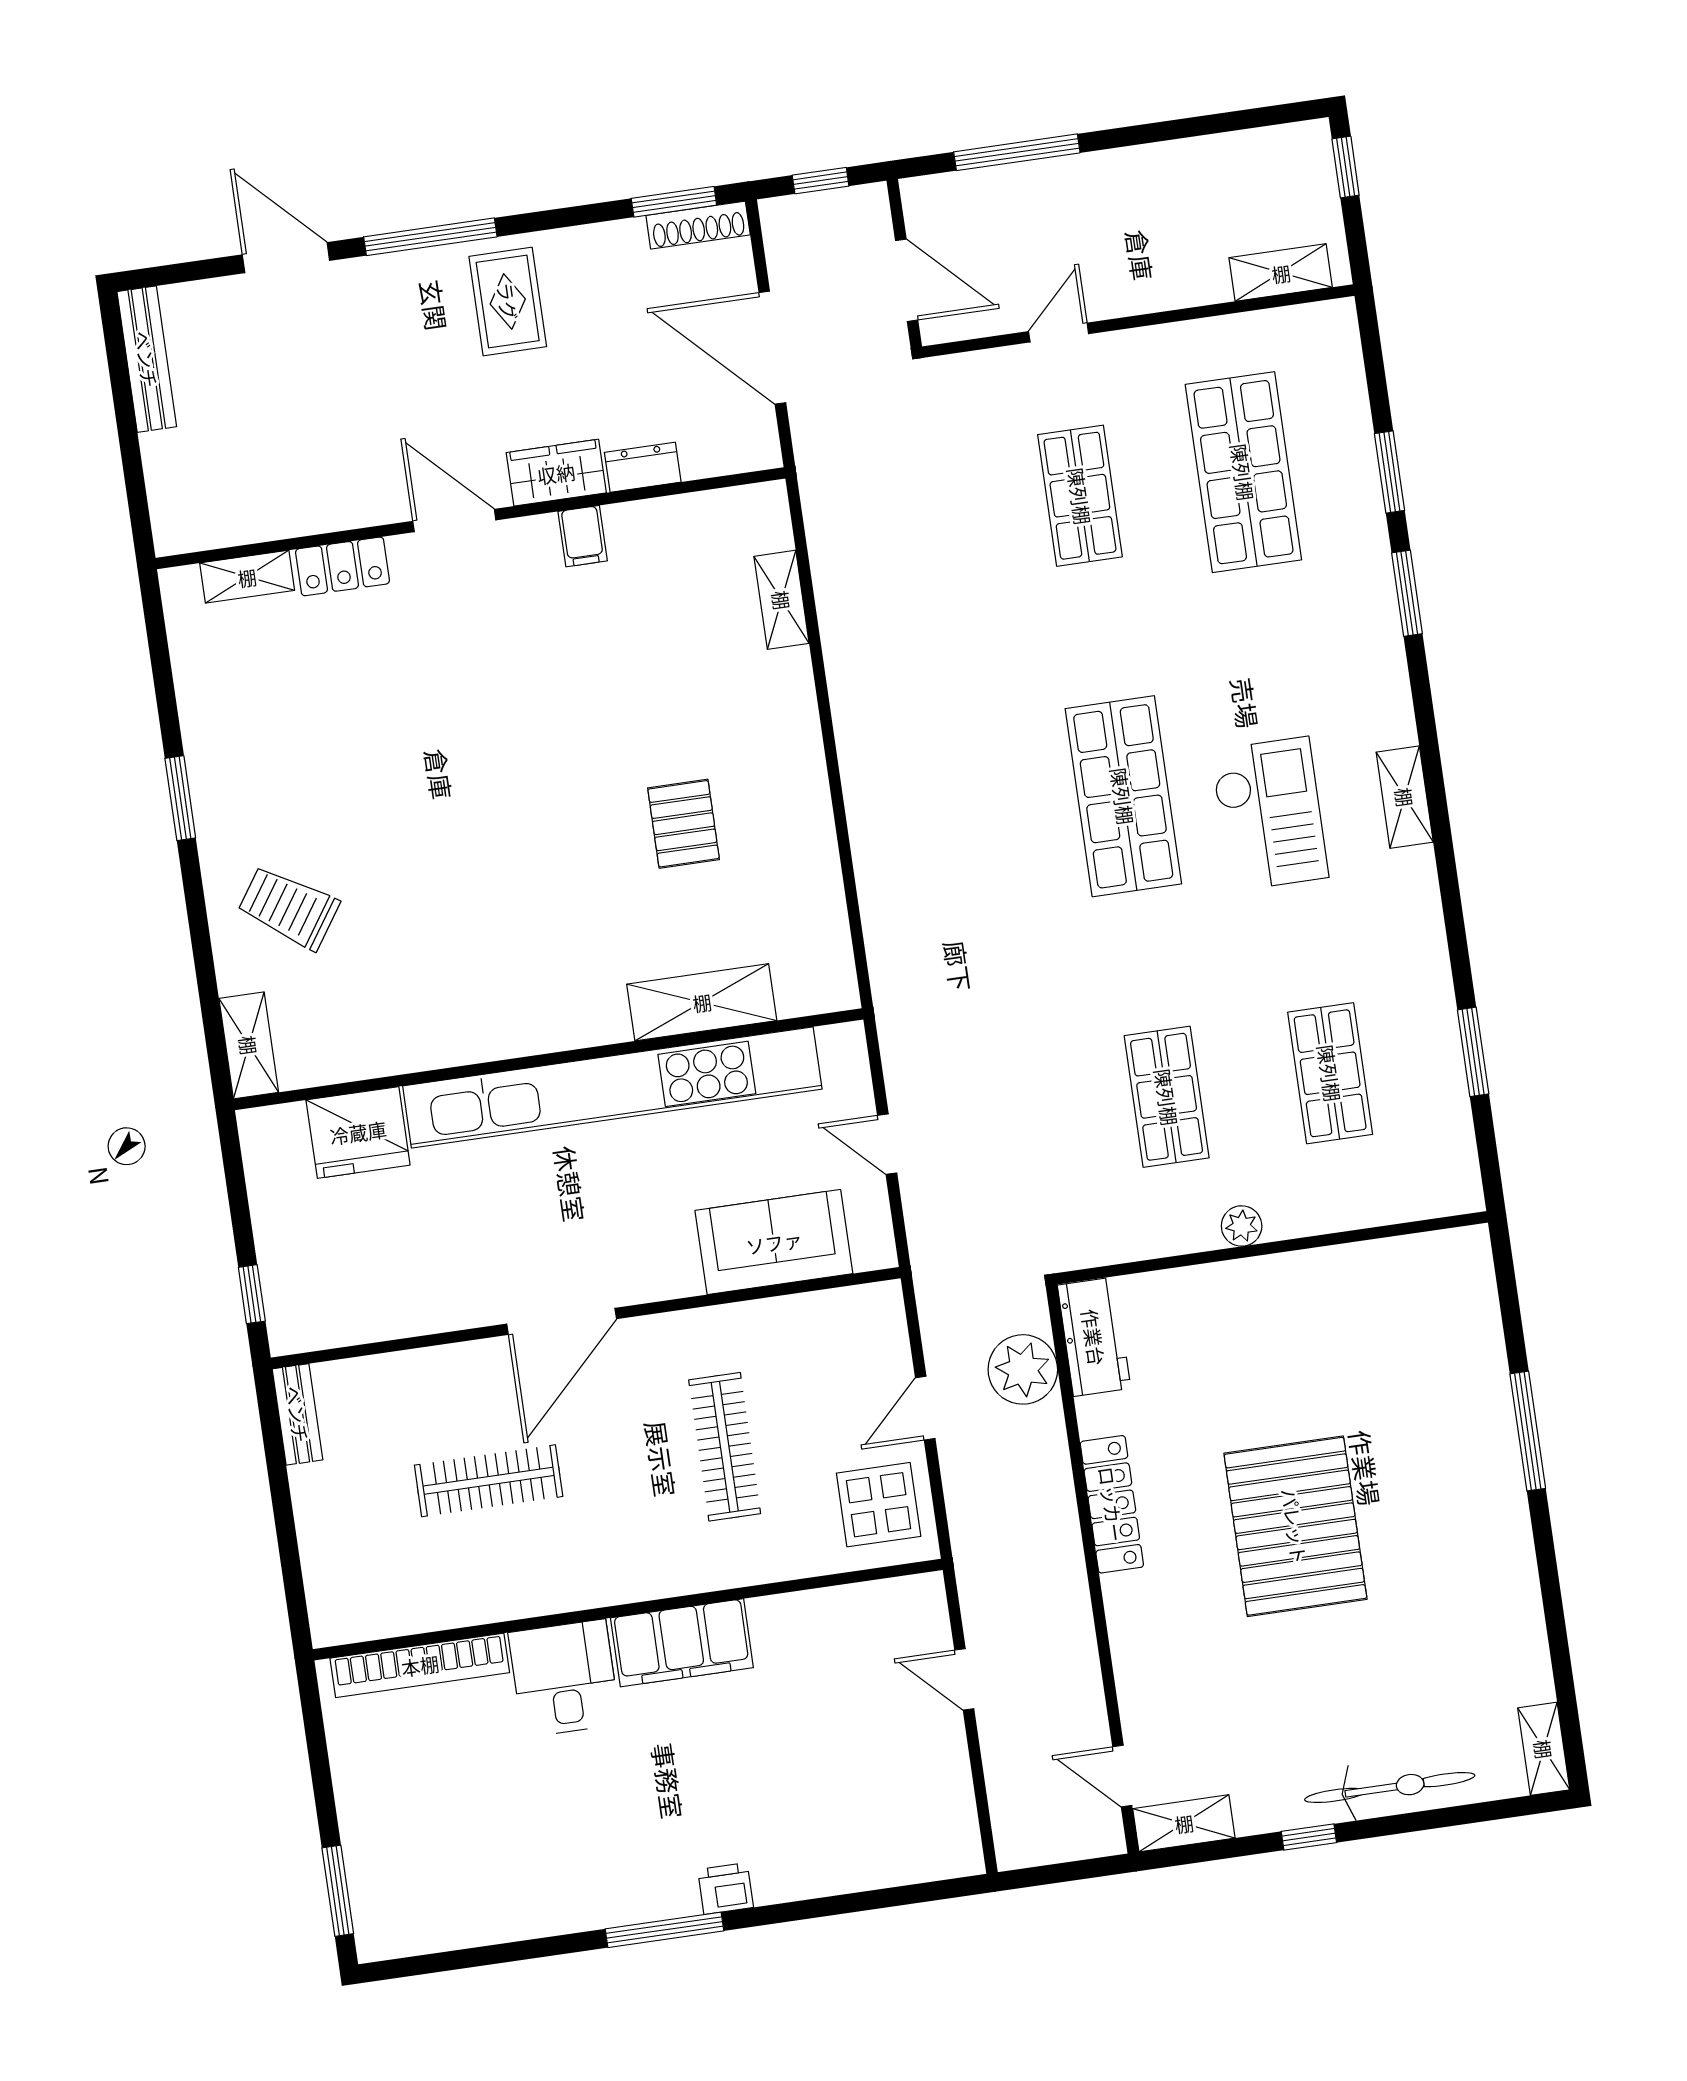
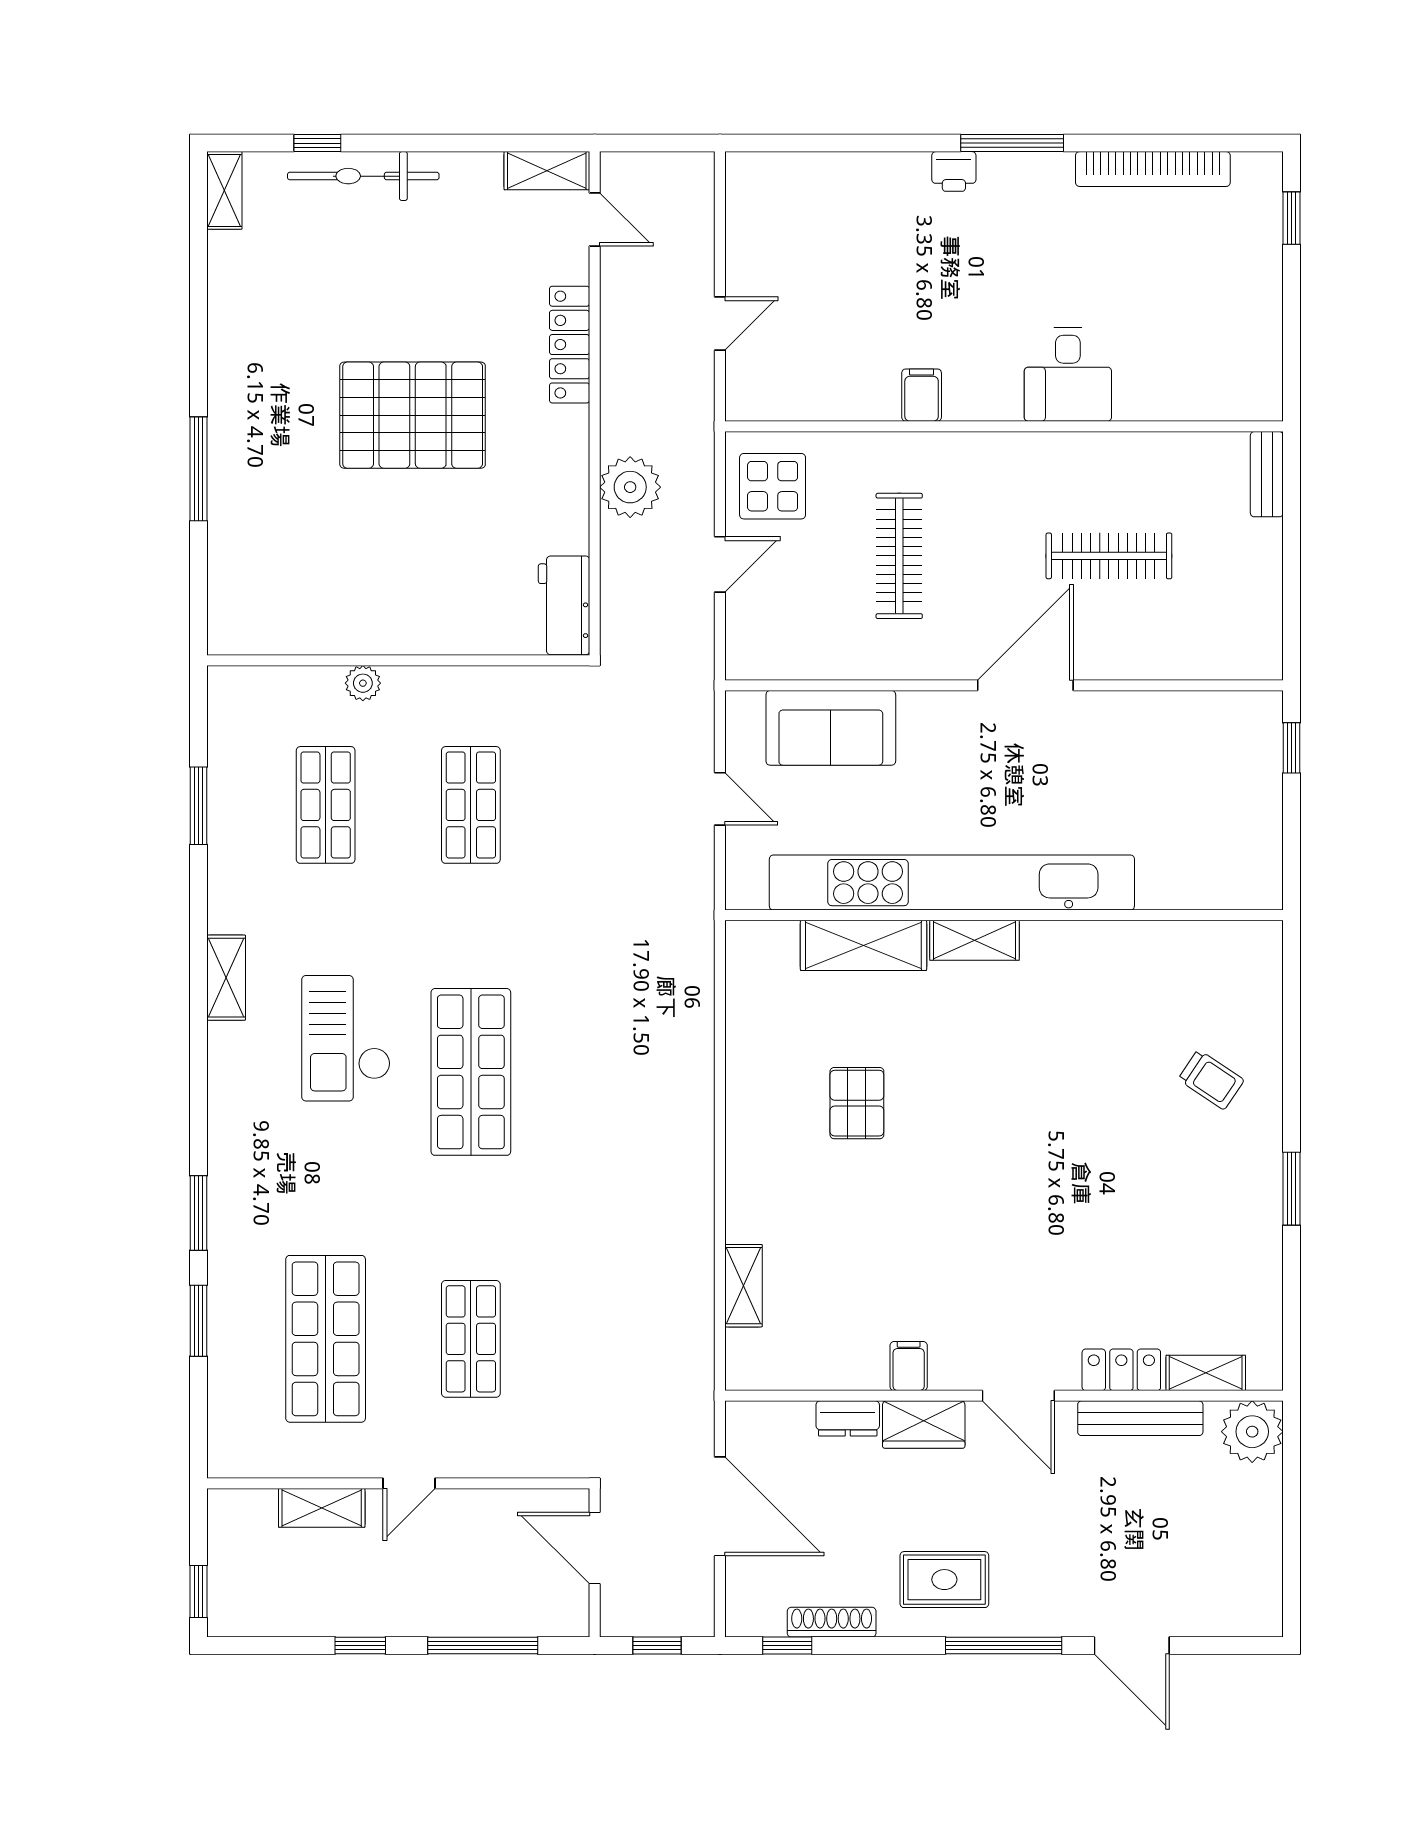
window: (1155, 132) -> (360, 1646), added
window: (674, 202) -> (787, 1646), width x0.67
shoe rack: (698, 225) -> (832, 1622), moved
shelving: (1281, 273) -> (322, 1508), moved
rug: (508, 301) -> (944, 1580), turned 90
door: (1059, 333) -> (409, 1483), moved
bench: (147, 359) -> (1140, 1418), moved, turned 90
plant: (185, 518) -> (1252, 1432), added
shelving: (1405, 797) -> (226, 978), moved
trolley: (289, 908) -> (1211, 1080), width x0.73, depth x0.72
shelving: (249, 1045) -> (975, 940), moved, turned 90
fridge: (358, 1132) -> (1179, 875), removed
plant: (1242, 1226) -> (363, 683), moved
plant: (1023, 1369) -> (630, 487), moved
bench: (298, 1414) -> (1267, 474), moved
locker: (1112, 1504) -> (570, 345), moved
pallet: (1295, 1526) -> (413, 415), turned 90
filing cabinet: (682, 1643) -> (922, 395), width x0.33, depth x0.86
bookcase: (420, 1665) -> (1153, 169), moved, turned 180
door: (964, 1679) -> (720, 323), hinge flipped
window: (1309, 1837) -> (317, 143), moved
window: (338, 1891) -> (1292, 218), width x0.67

